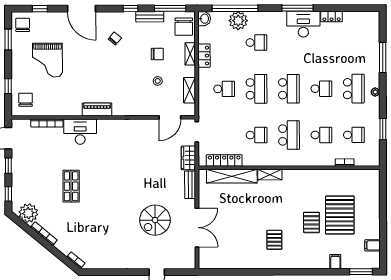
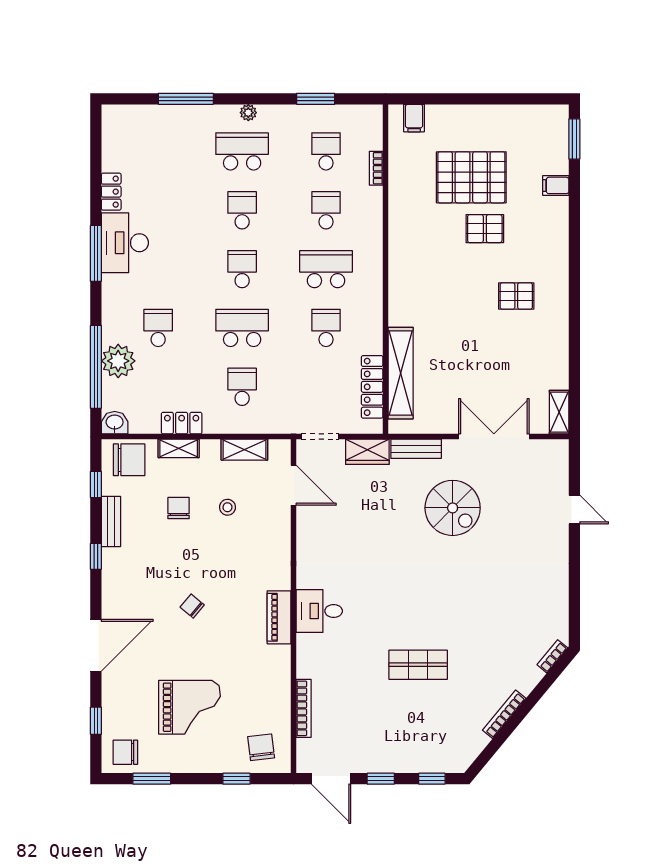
window: (170, 8) -> (96, 484), width x0.46
chair: (115, 38) -> (192, 606), moved
school desk: (289, 89) -> (242, 269), width x0.54
chair: (25, 100) -> (261, 747), turned 83
desk: (80, 132) -> (319, 611), moved, width x0.73
shelving: (270, 175) -> (559, 412), moved
plant: (28, 213) -> (467, 742), removed
spiral stairs: (155, 220) -> (453, 508), moved
filing cabinet: (372, 245) -> (414, 118), moved

